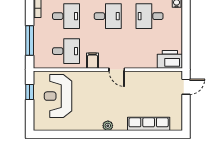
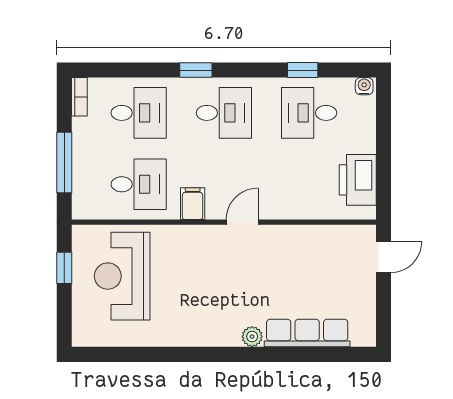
printer: (170, 59) -> (358, 180), moved, turned -90
door: (117, 70) -> (242, 222), swing flipped
plant: (108, 126) -> (252, 337), moved

